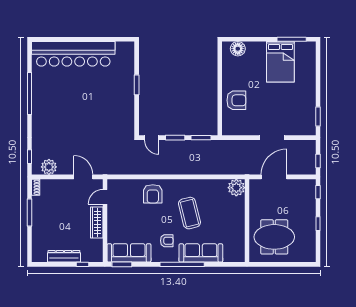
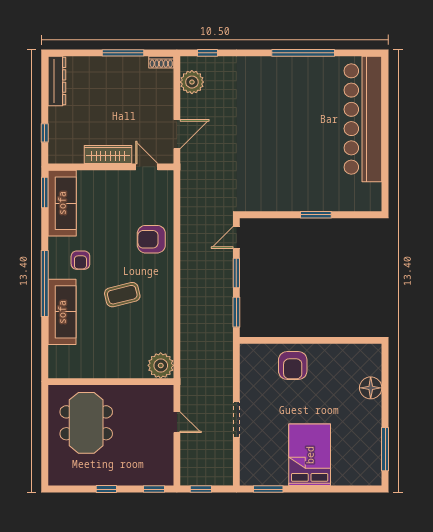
floor lamp: (238, 49) -> (371, 388), moved
bed: (280, 62) -> (310, 455), moved, turned 90
door: (274, 177) -> (177, 422), width x0.53
coffee table: (189, 213) -> (122, 295), width x0.73, depth x0.76
dresser: (64, 256) -> (57, 81), moved

